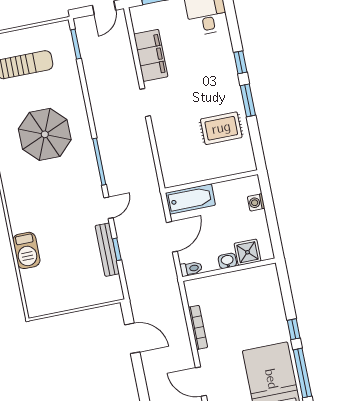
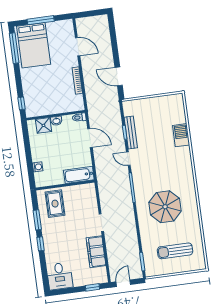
rug: (221, 128) -> (55, 204), turned 90
wall: (211, 181) -> (65, 185), moved
bathtub: (190, 199) -> (79, 175), moved
washing machine: (256, 202) -> (38, 167), moved
door: (108, 208) -> (128, 159), hinge flipped
door: (172, 237) -> (90, 138), swing flipped
window: (294, 329) -> (22, 103), moved

